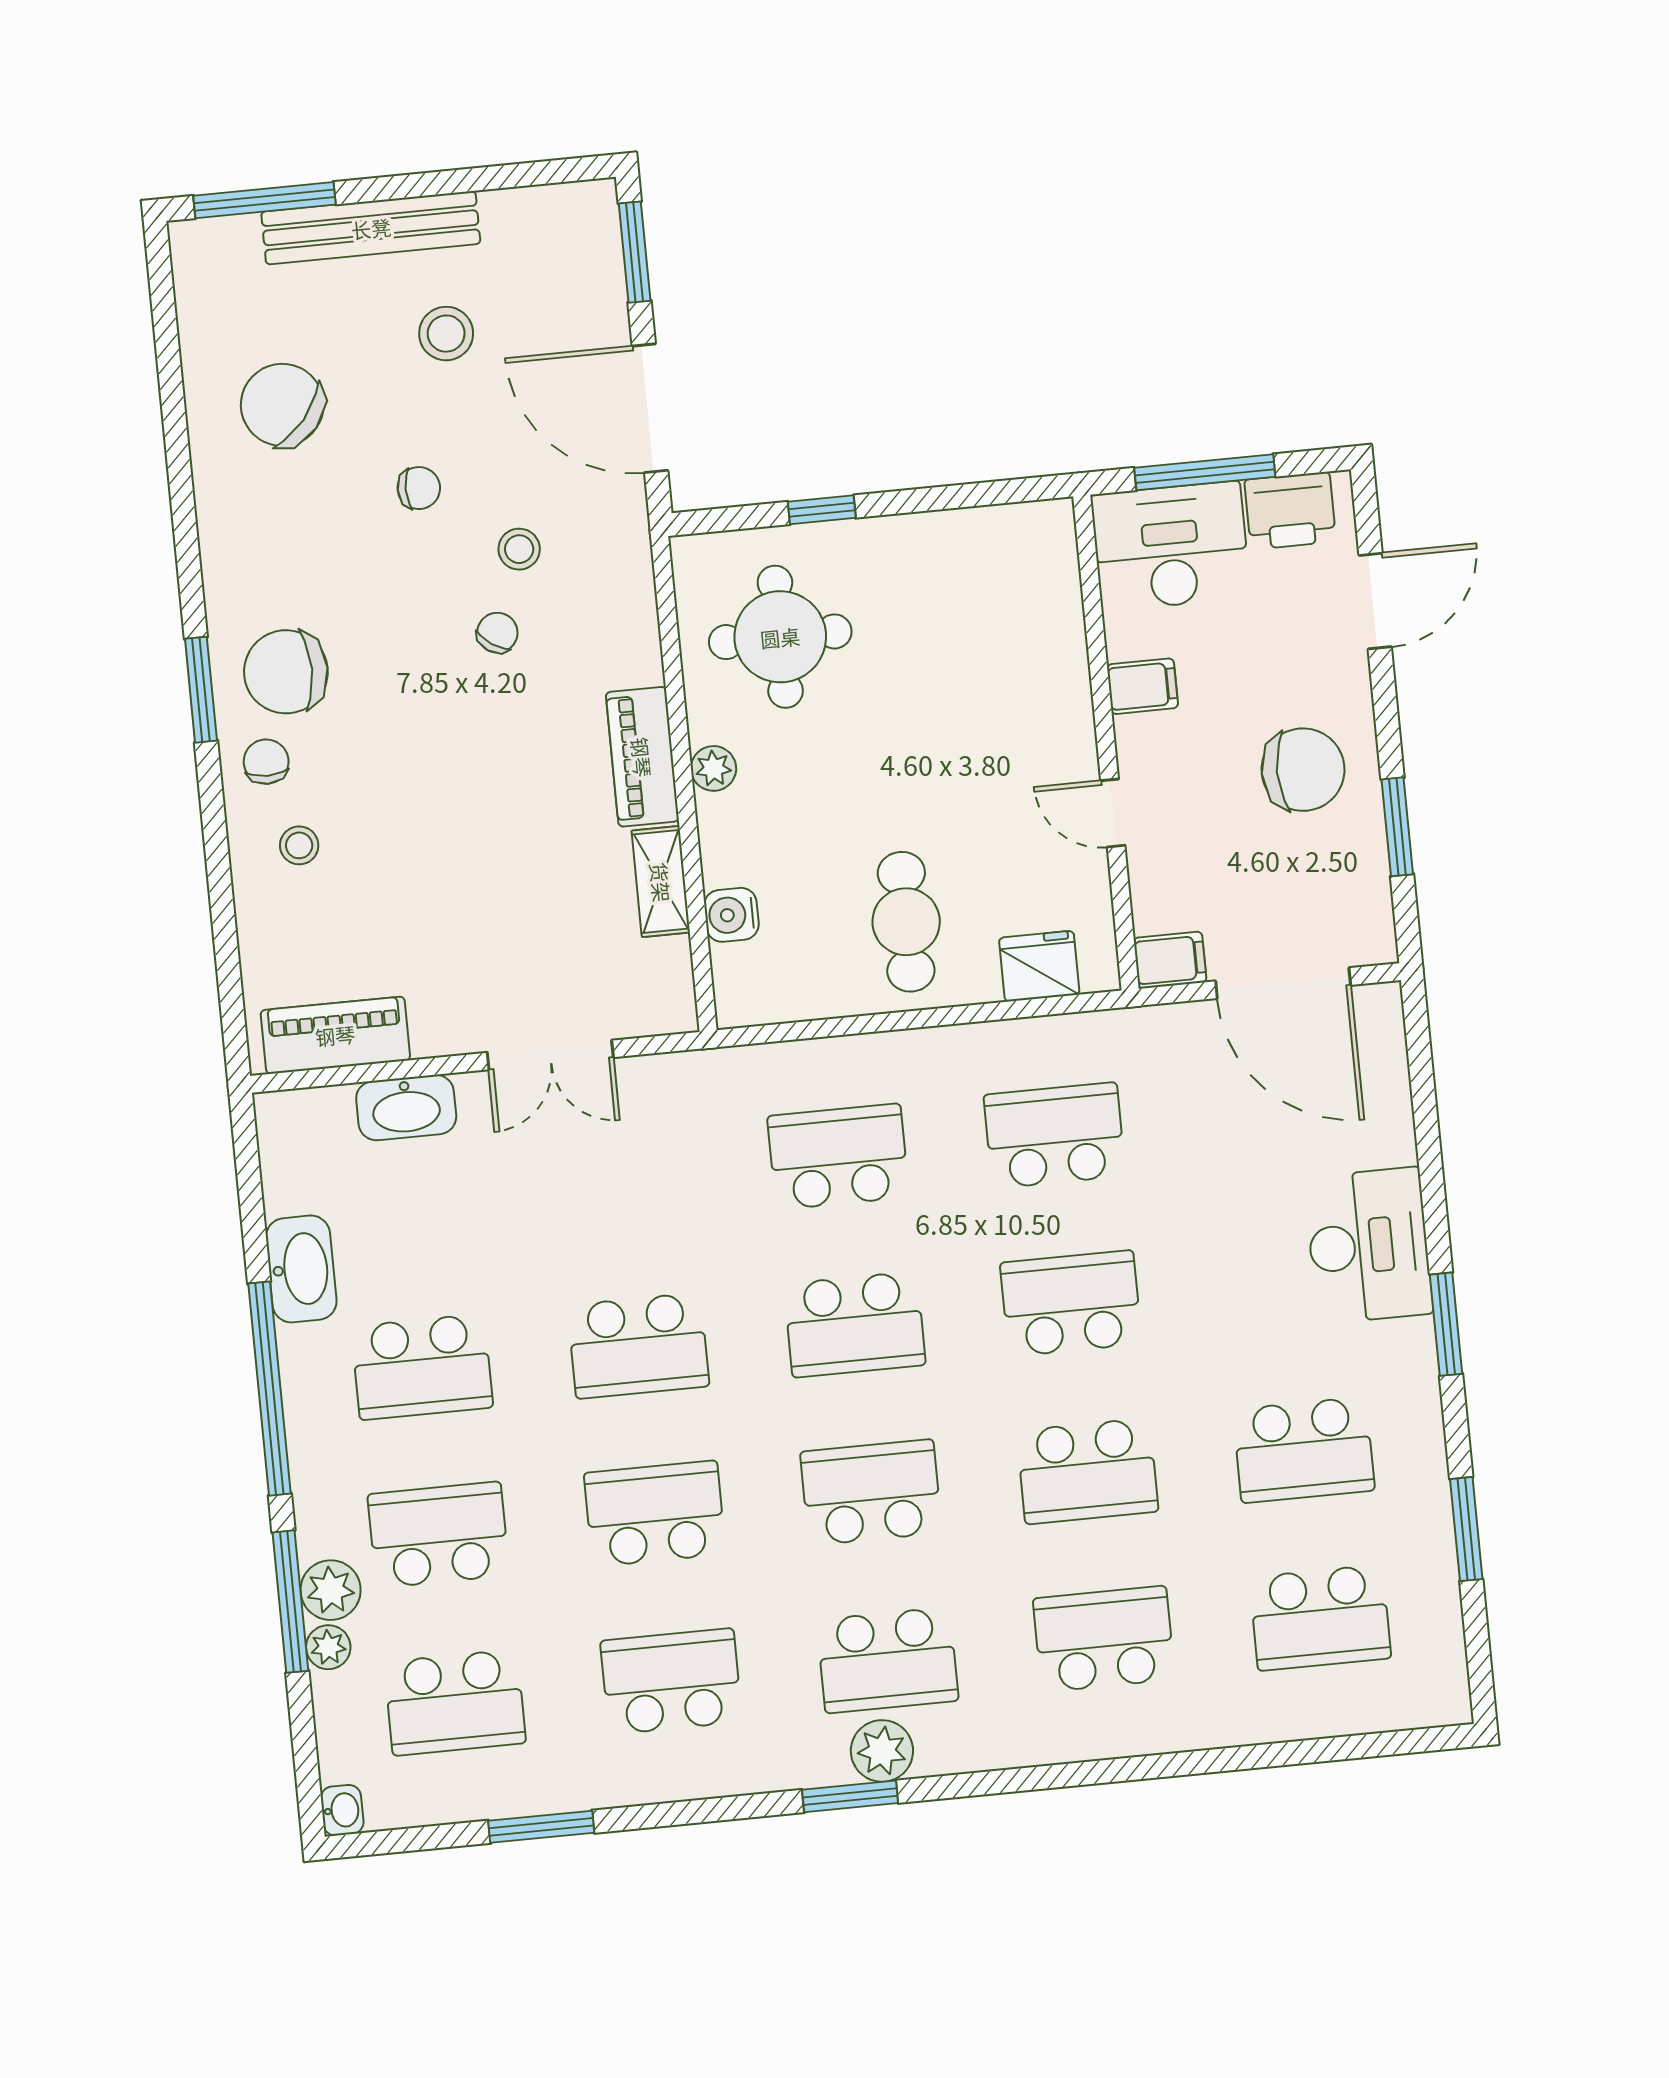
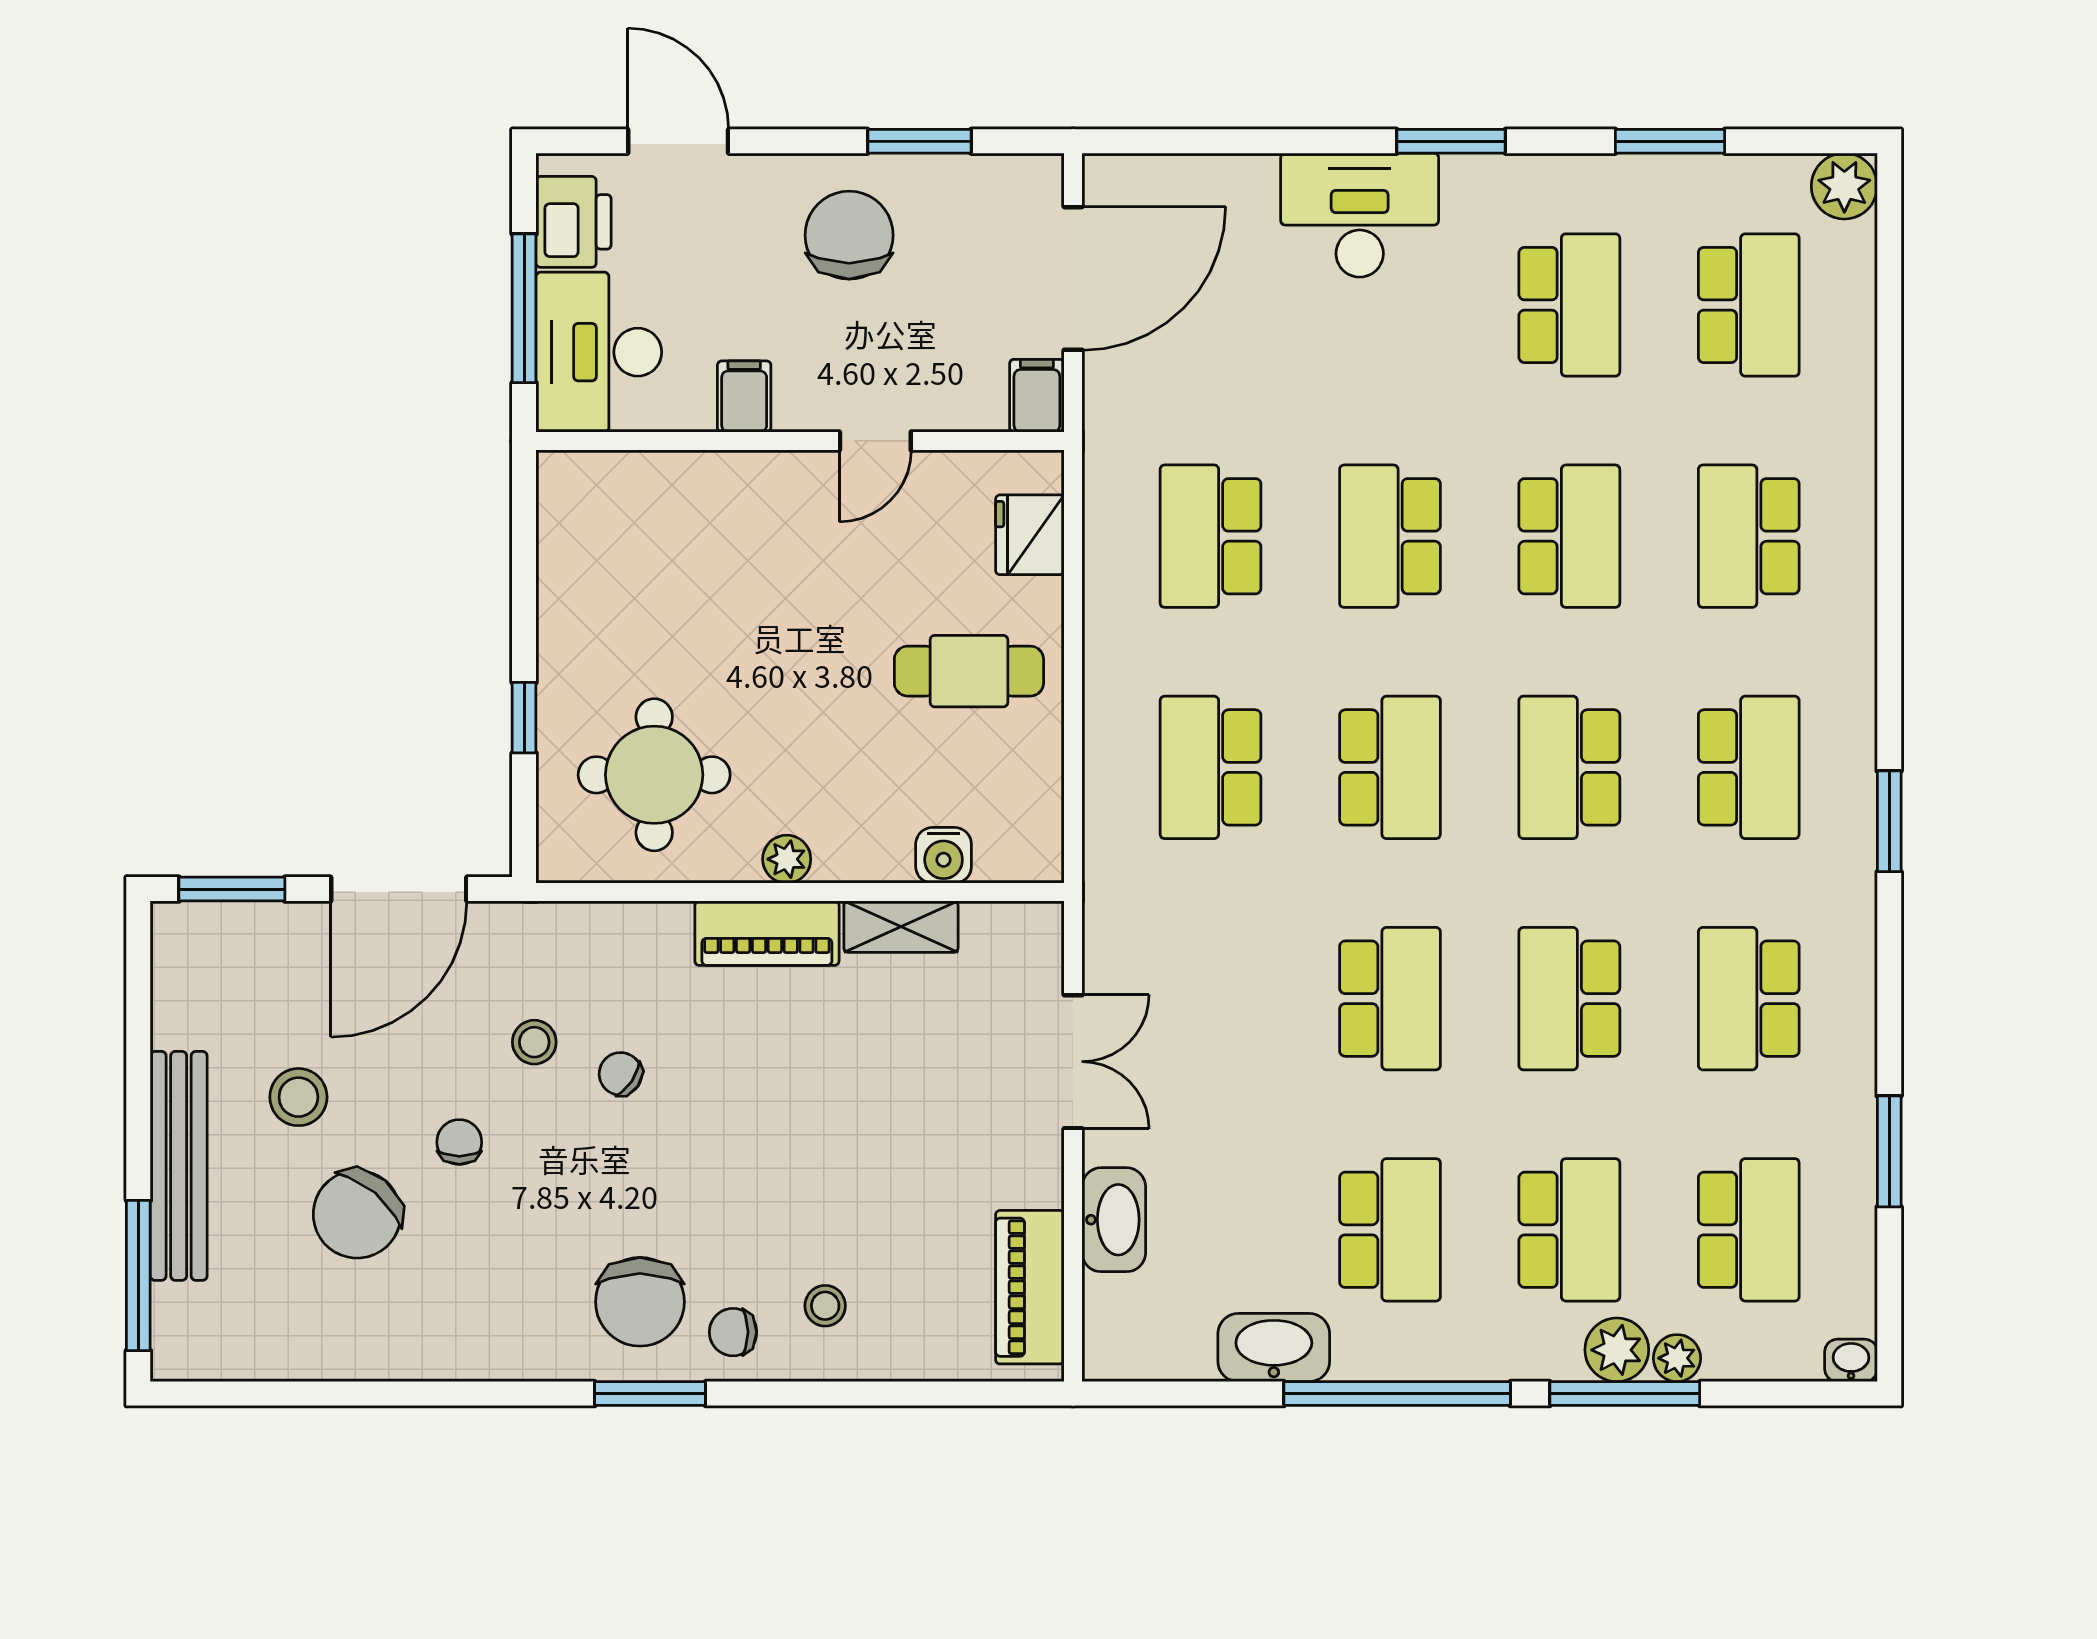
chair: (282, 405) -> (357, 1214), moved
school desk: (438, 1535) -> (1569, 1230), turned 180
plant: (882, 1751) -> (1844, 186), moved

